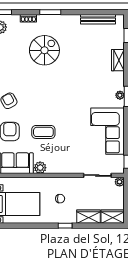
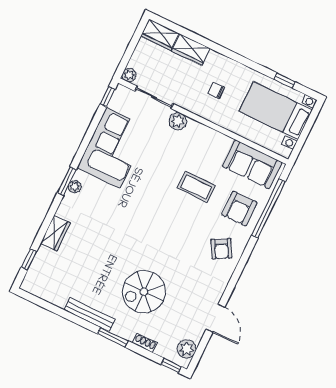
bench: (98, 19) -> (90, 315), moved
plant: (40, 168) -> (178, 121), moved
window: (65, 226) -> (285, 81), moved

